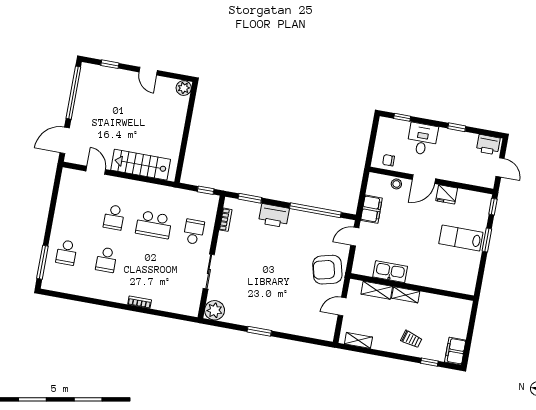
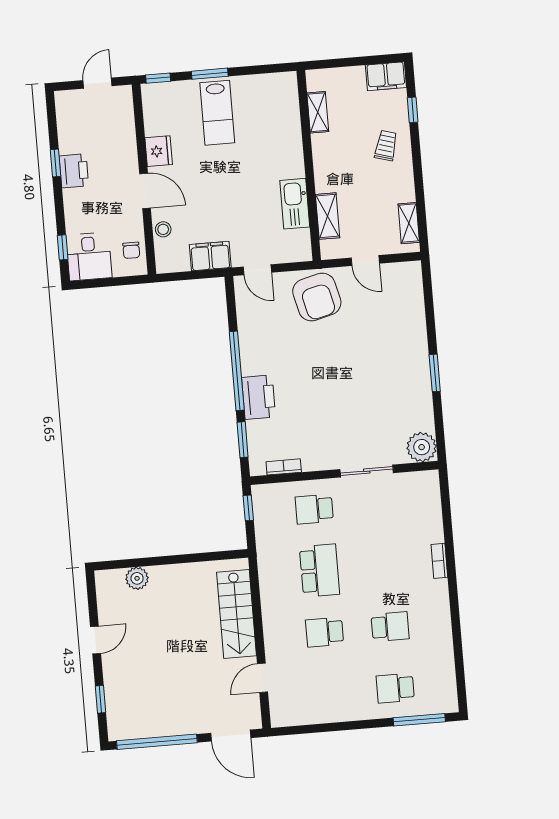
plant: (184, 88) -> (137, 578), moved
desk: (422, 139) -> (89, 257), moved, turned -90
printer: (488, 145) -> (74, 171), moved
window: (315, 210) -> (237, 371), moved
school desk: (114, 217) -> (325, 632), turned 180
school desk: (67, 252) -> (395, 688), turned 180
shelving: (406, 295) -> (318, 112), moved

